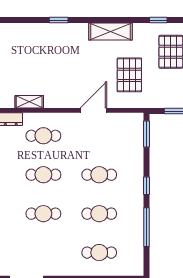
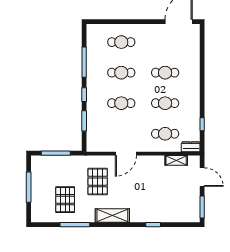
window: (158, 20) -> (75, 225), width x2.17
window: (146, 134) -> (84, 121), moved

